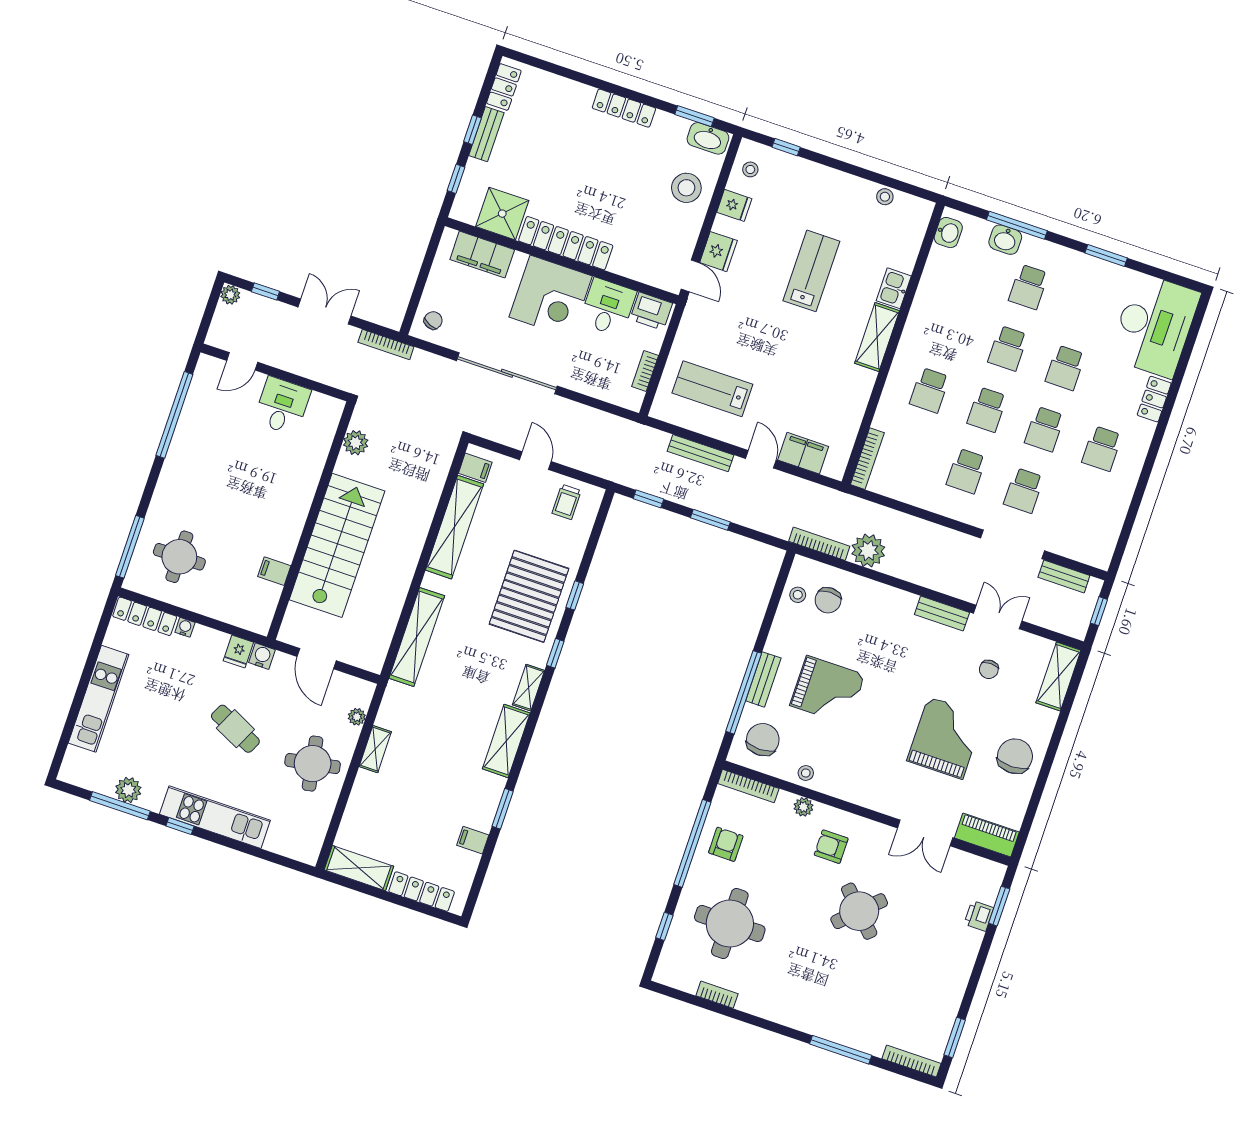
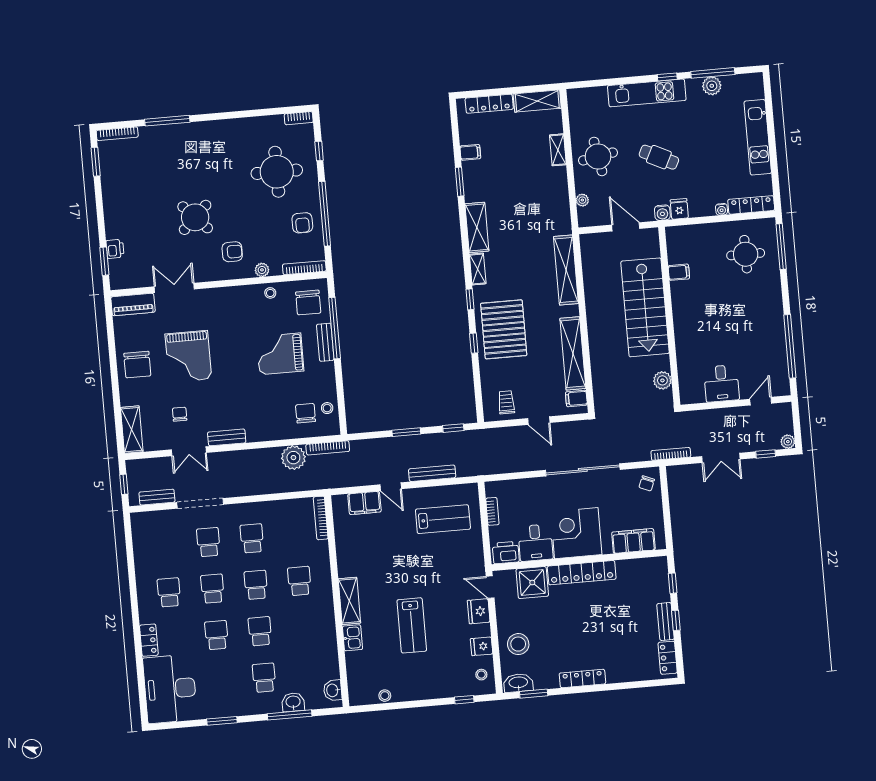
shower: (502, 214) -> (532, 583), moved
shelving: (375, 749) -> (558, 150), moved
bookcase: (717, 995) -> (299, 118), moved

